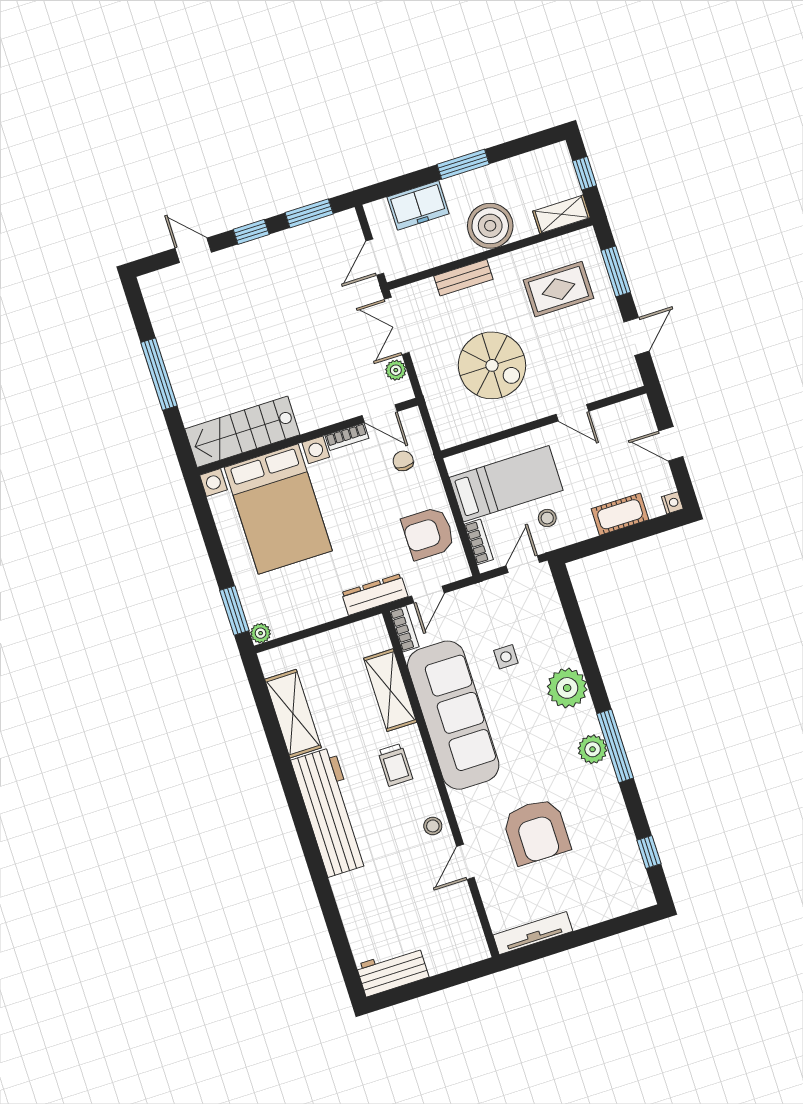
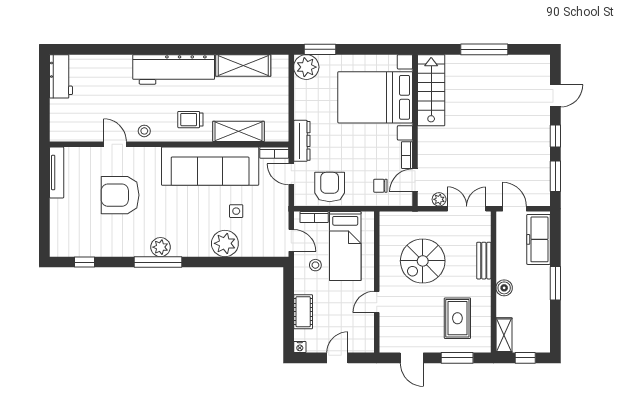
freezer: (418, 205) -> (539, 239), width x1.40
boiler: (490, 226) -> (504, 288), width x0.54, depth x0.54
chair: (403, 461) -> (380, 186), turned 180
plant: (261, 633) -> (306, 67), width x1.88, depth x1.88
plant: (567, 688) -> (225, 243), moved

